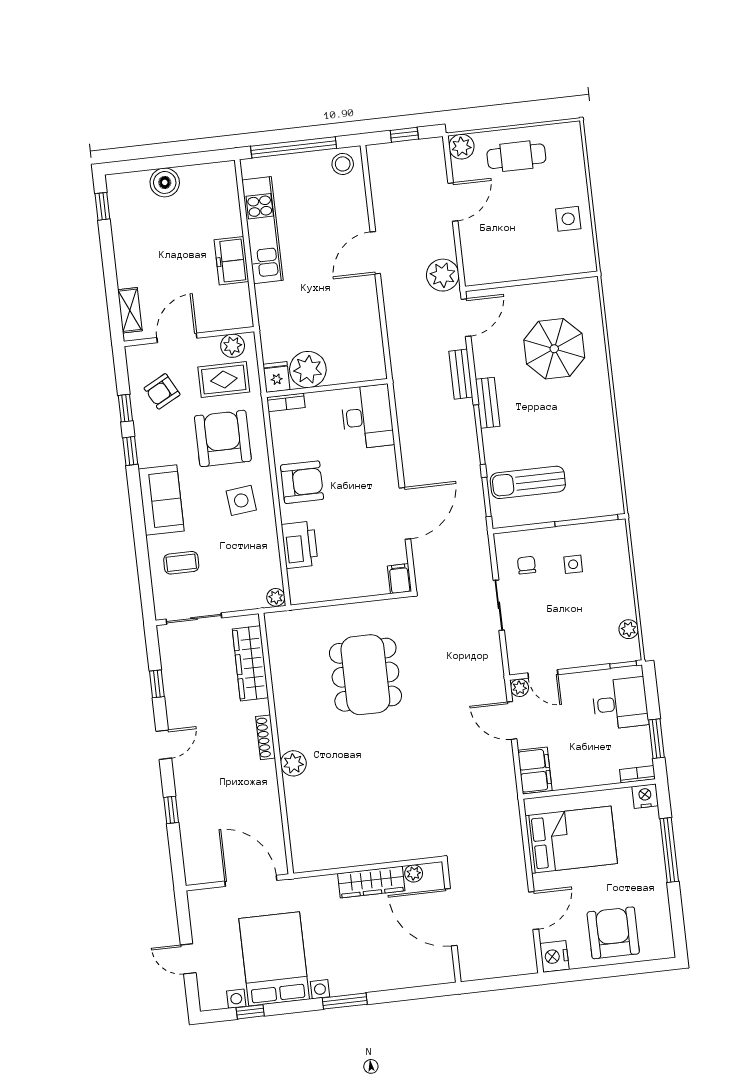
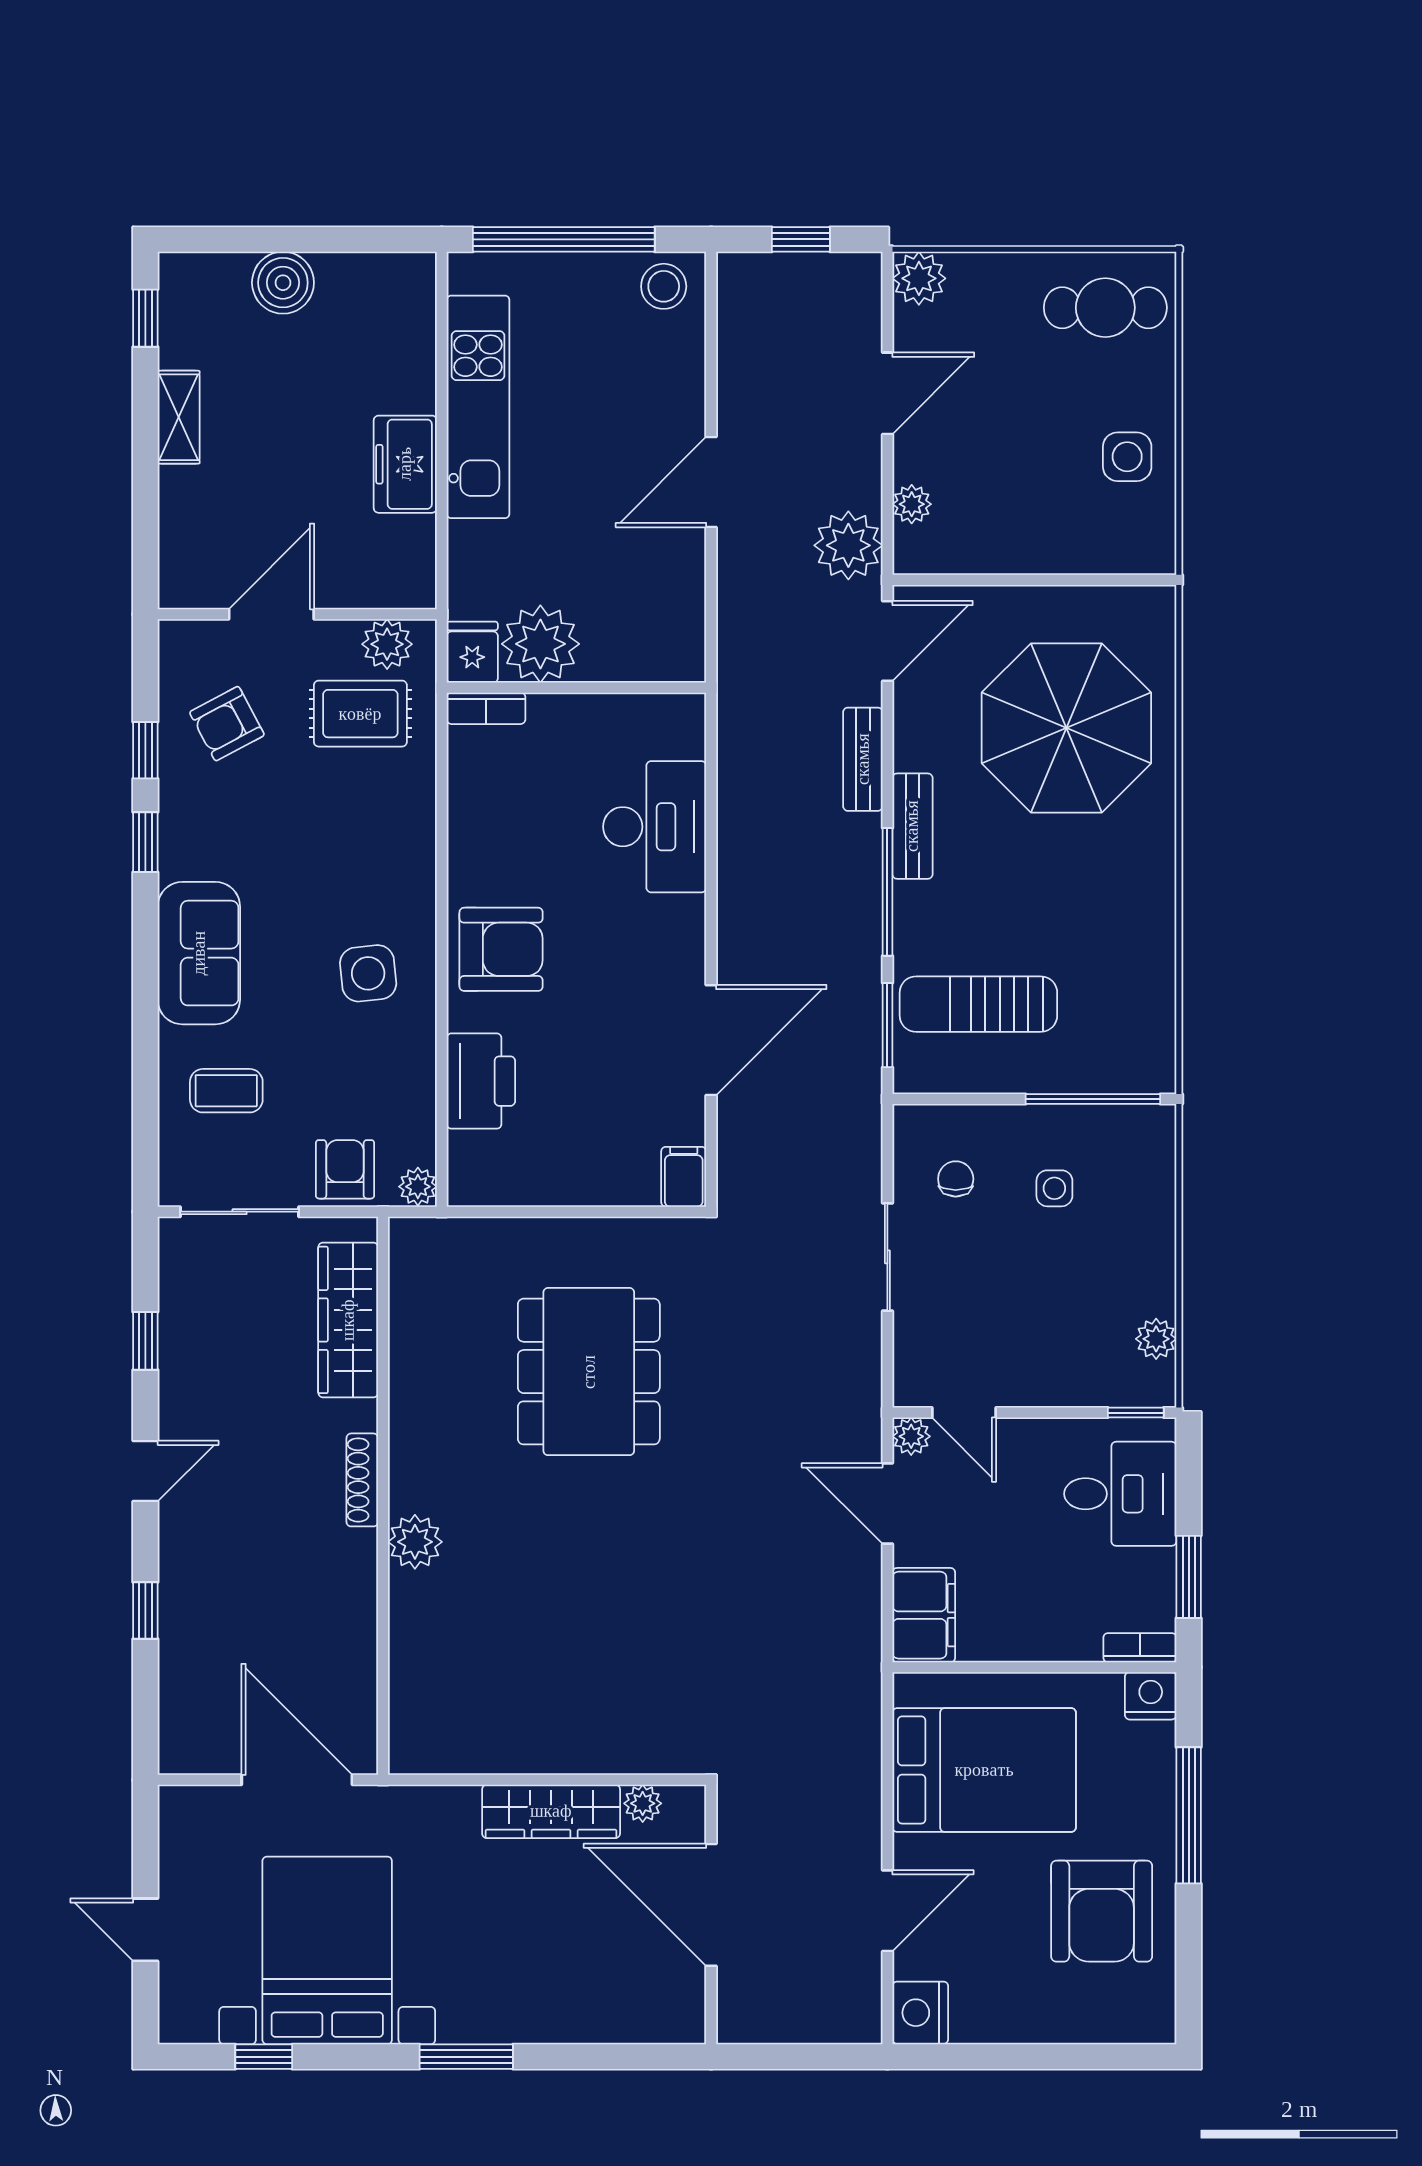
cafe table: (516, 156) -> (1105, 308), moved
plant: (470, 252) -> (912, 504), added
shelving: (130, 310) -> (179, 417), moved
parasol: (554, 349) -> (1066, 728), width x1.36, depth x1.36
plant: (308, 369) -> (540, 644), moved
fridge: (276, 377) -> (472, 652), moved
wall: (327, 388) -> (576, 688), moved
bookcase: (286, 402) -> (486, 708), moved
armchair: (223, 438) -> (345, 1169), moved, width x0.53, depth x0.53
armchair: (613, 933) -> (1102, 1911), moved, turned 180

